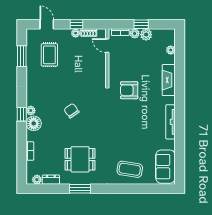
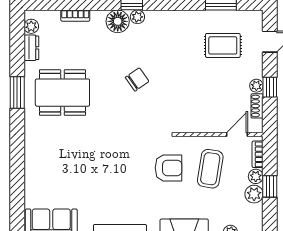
armchair: (129, 90) -> (168, 168), turned 90
dining table: (80, 159) -> (62, 93), width x1.37
coffee table: (130, 169) -> (210, 169), moved

